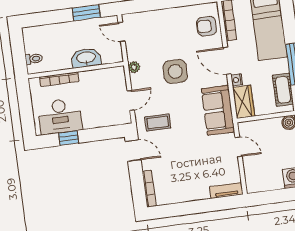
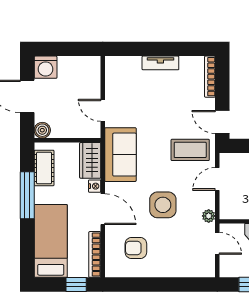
armchair: (207, 26) -> (136, 248), moved, turned 180
door: (122, 32) -> (217, 243), moved
coffee table: (158, 123) -> (190, 150), width x1.36, depth x1.30
tv unit: (226, 190) -> (160, 63), moved

